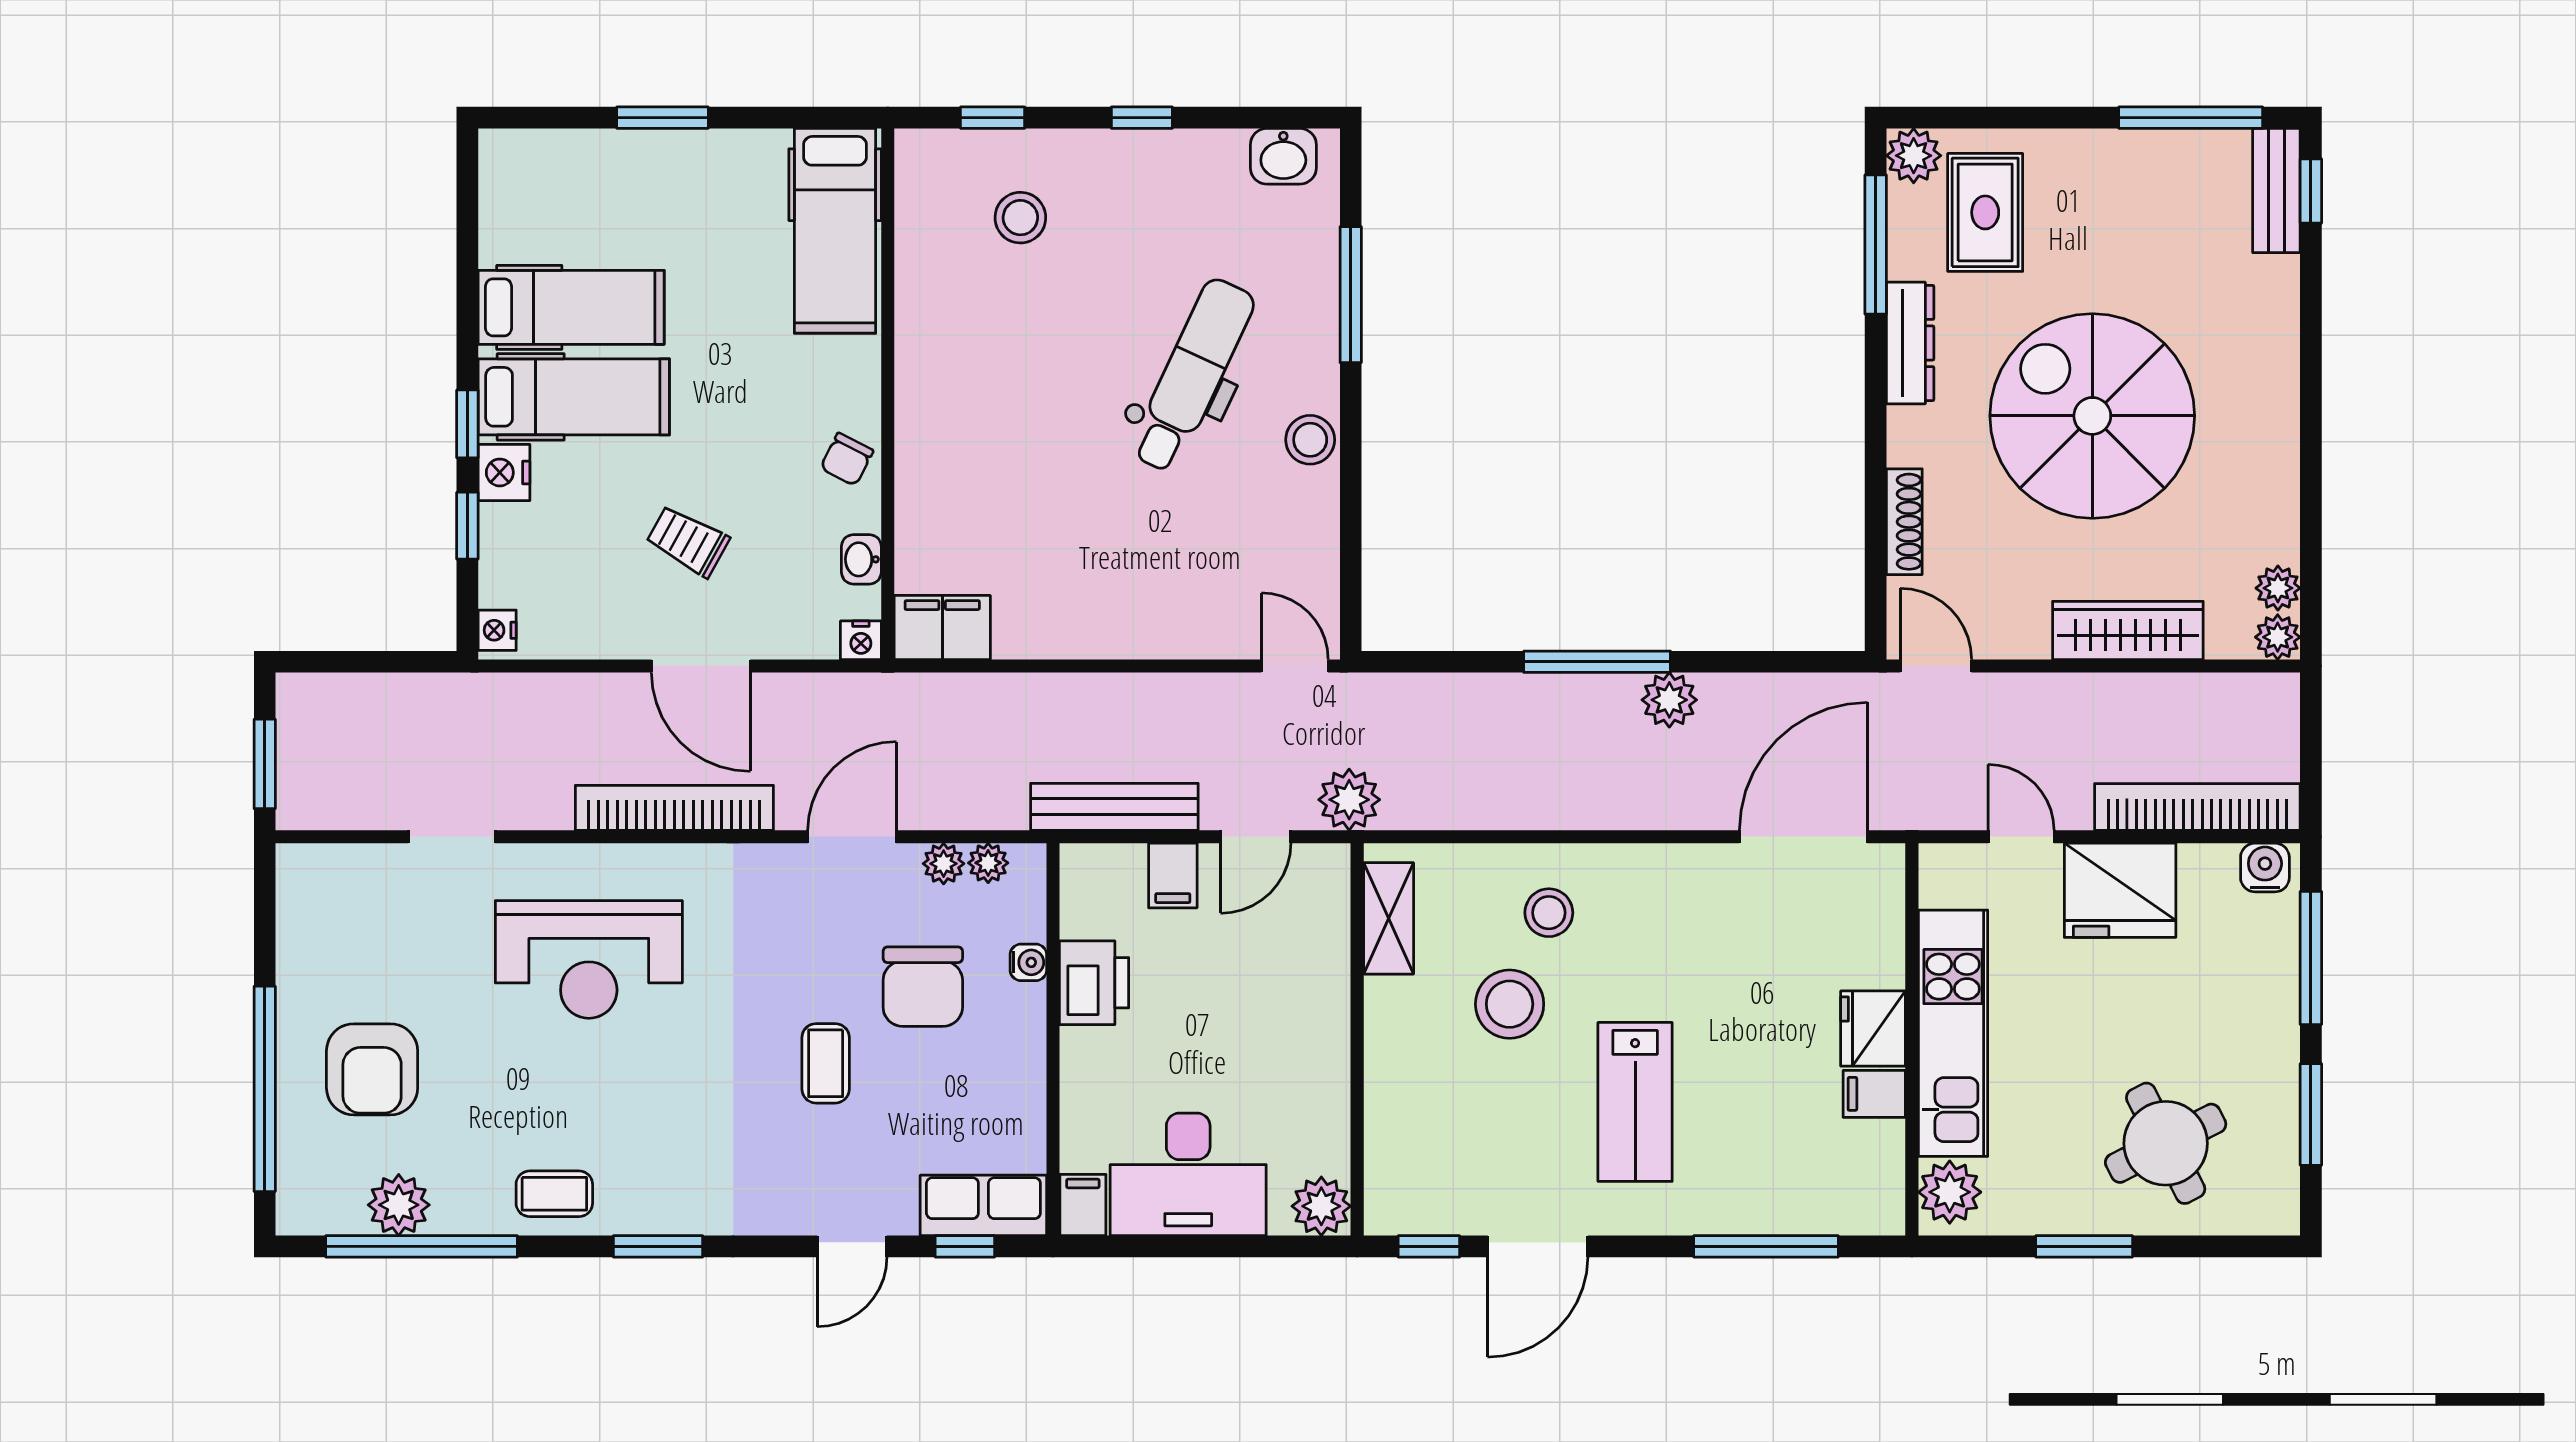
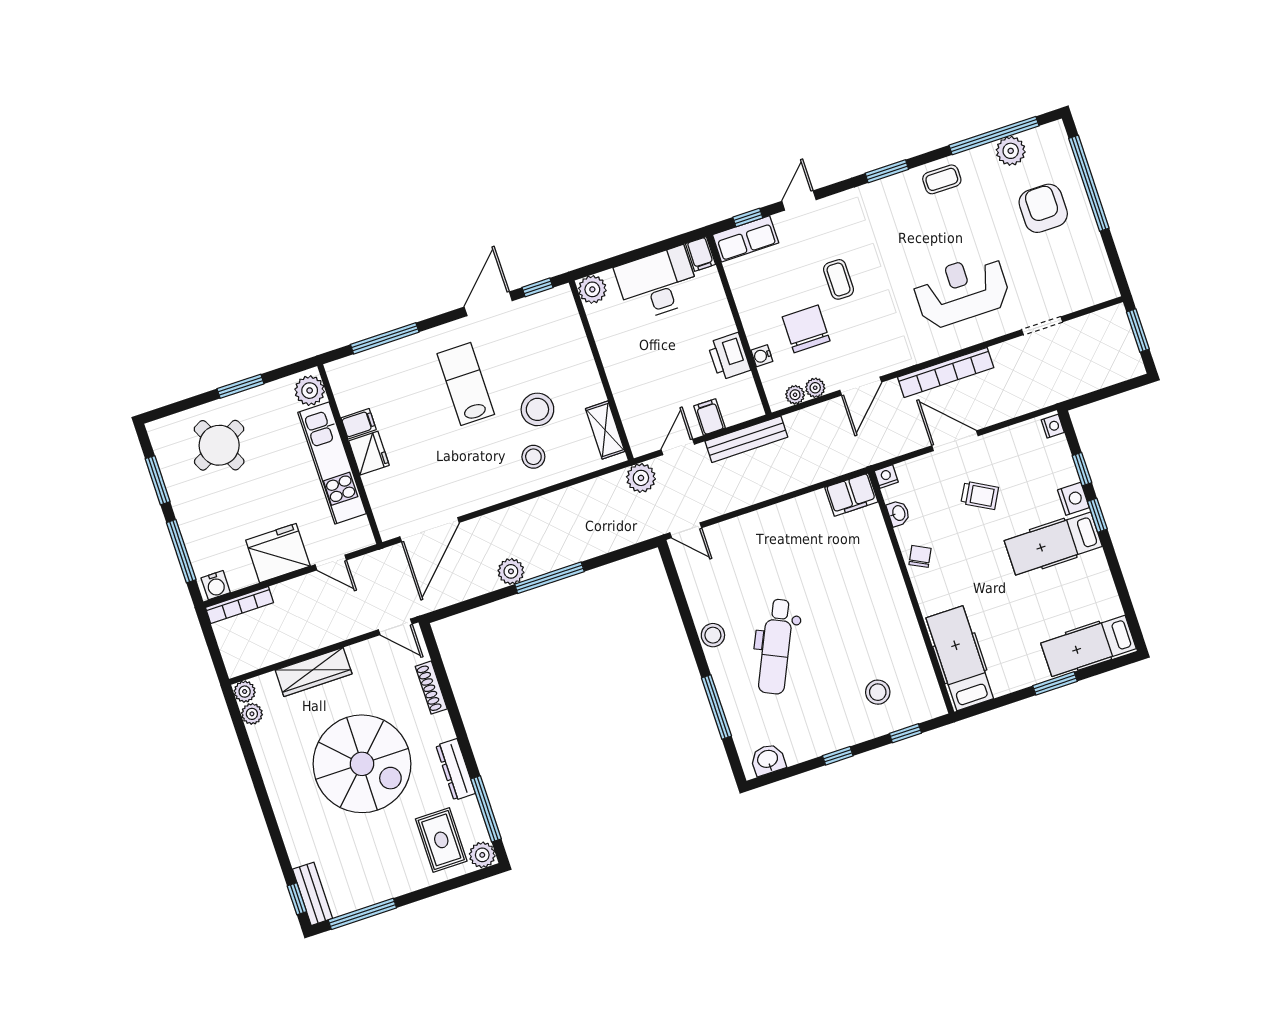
hospital bed: (571, 307) -> (1088, 646), moved
bookcase: (2197, 807) -> (239, 605), width x0.68, depth x0.76

